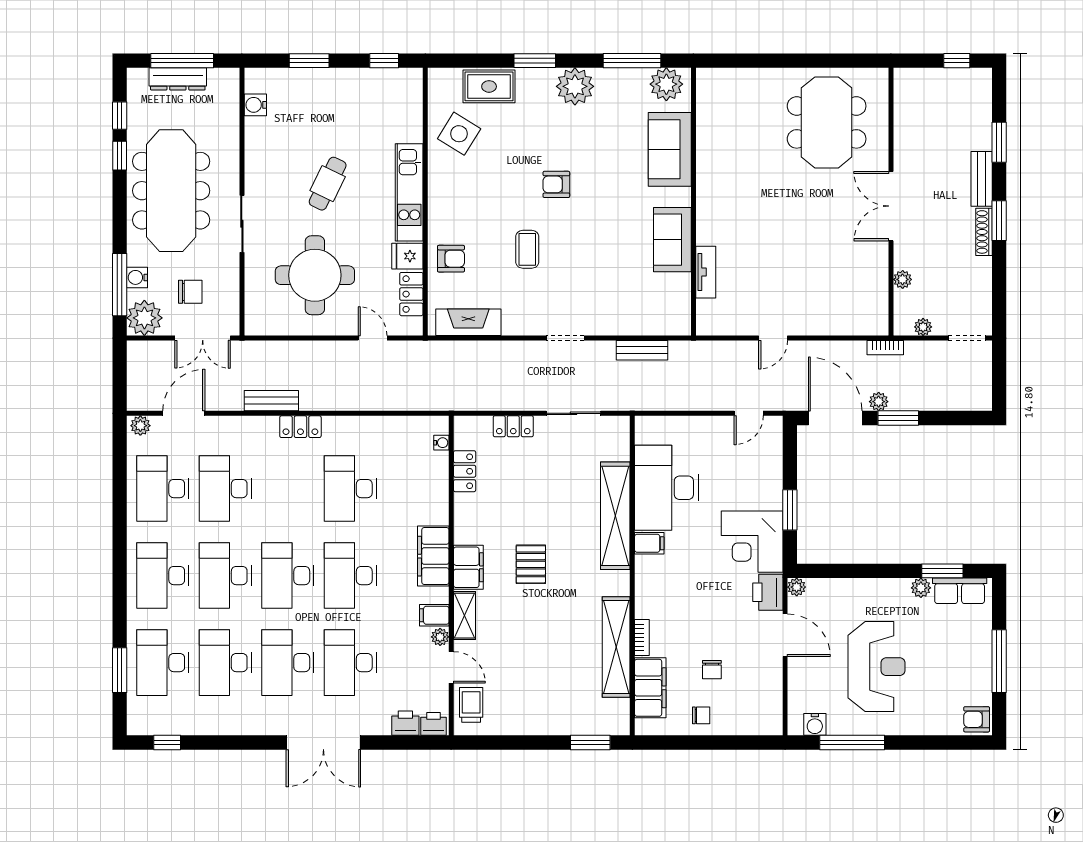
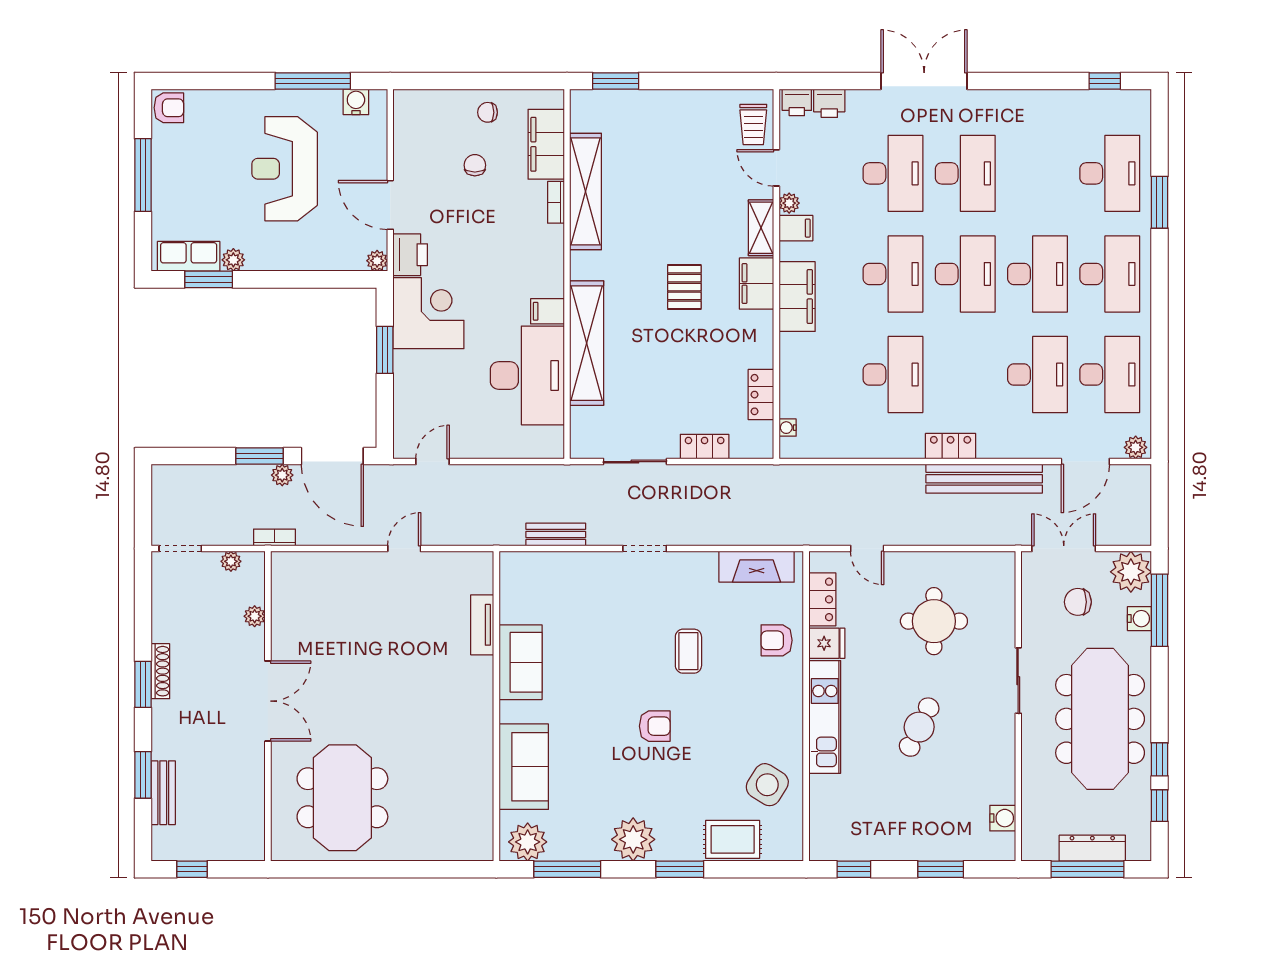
bench: (982, 179) -> (163, 793), moved
round table: (315, 275) -> (934, 621), width x0.73, depth x0.73
bench: (271, 401) -> (984, 479), width x1.86, depth x1.21
desk: (225, 663) -> (1037, 173), removed
window: (120, 670) -> (1160, 202), moved

